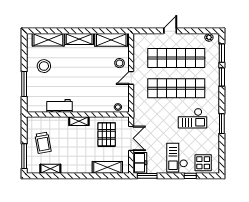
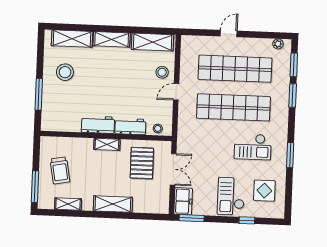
workbench: (59, 106) -> (98, 125), moved
workbench: (97, 106) -> (130, 127), added
display table: (203, 163) -> (264, 191), moved
shelving: (107, 167) -> (113, 204), moved

